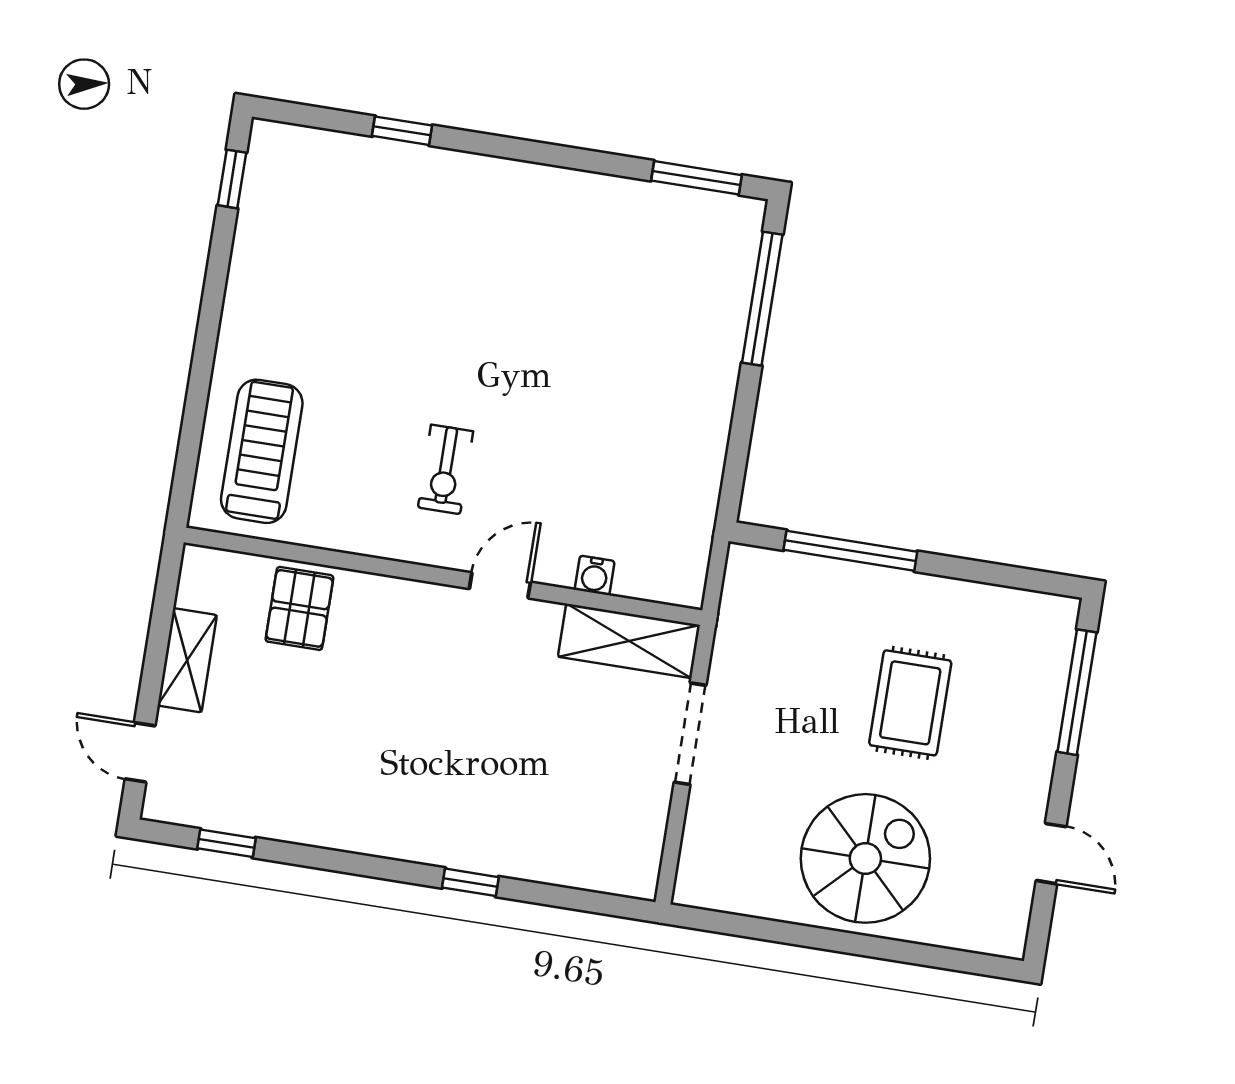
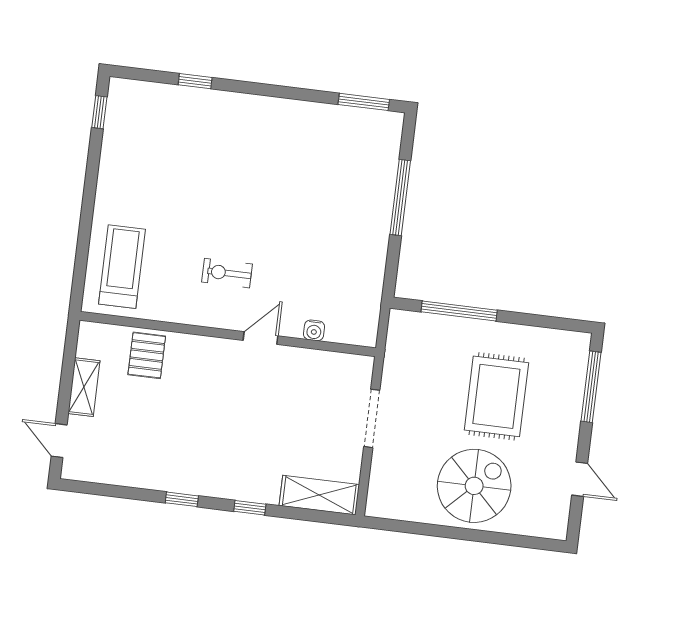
window: (762, 299) -> (400, 198), moved
exercise bike: (446, 469) -> (227, 273), turned 90
shelving: (629, 641) -> (319, 495), moved
rug: (910, 703) -> (496, 396), width x1.36, depth x1.43
window: (226, 843) -> (182, 499), moved

